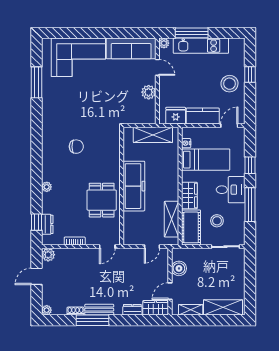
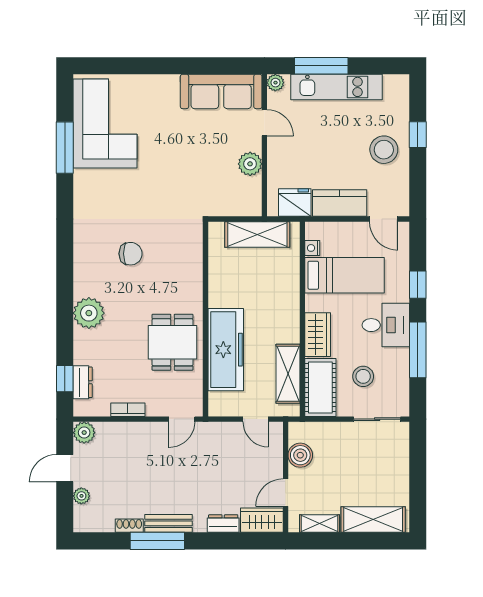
corner sofa: (78, 57) -> (105, 123), moved, turned -90
door: (229, 126) -> (384, 219), swing flipped
freezer: (134, 186) -> (226, 350), moved
plant: (47, 187) -> (89, 313), width x1.88, depth x1.88
door: (152, 247) -> (256, 419), hinge flipped
plant: (47, 310) -> (81, 496), moved

